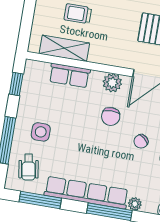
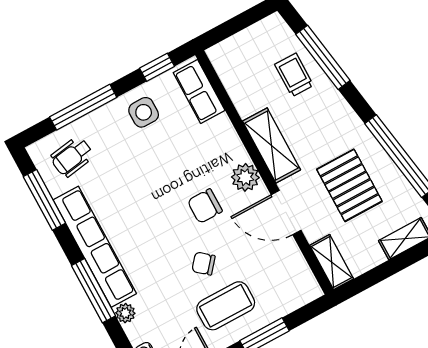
shelving: (64, 48) -> (272, 146), moved
row of seats: (69, 75) -> (199, 91), moved
side table: (41, 132) -> (144, 112), moved

